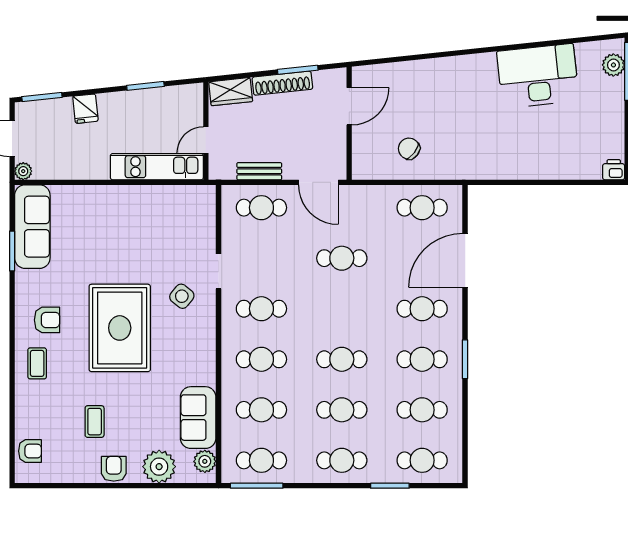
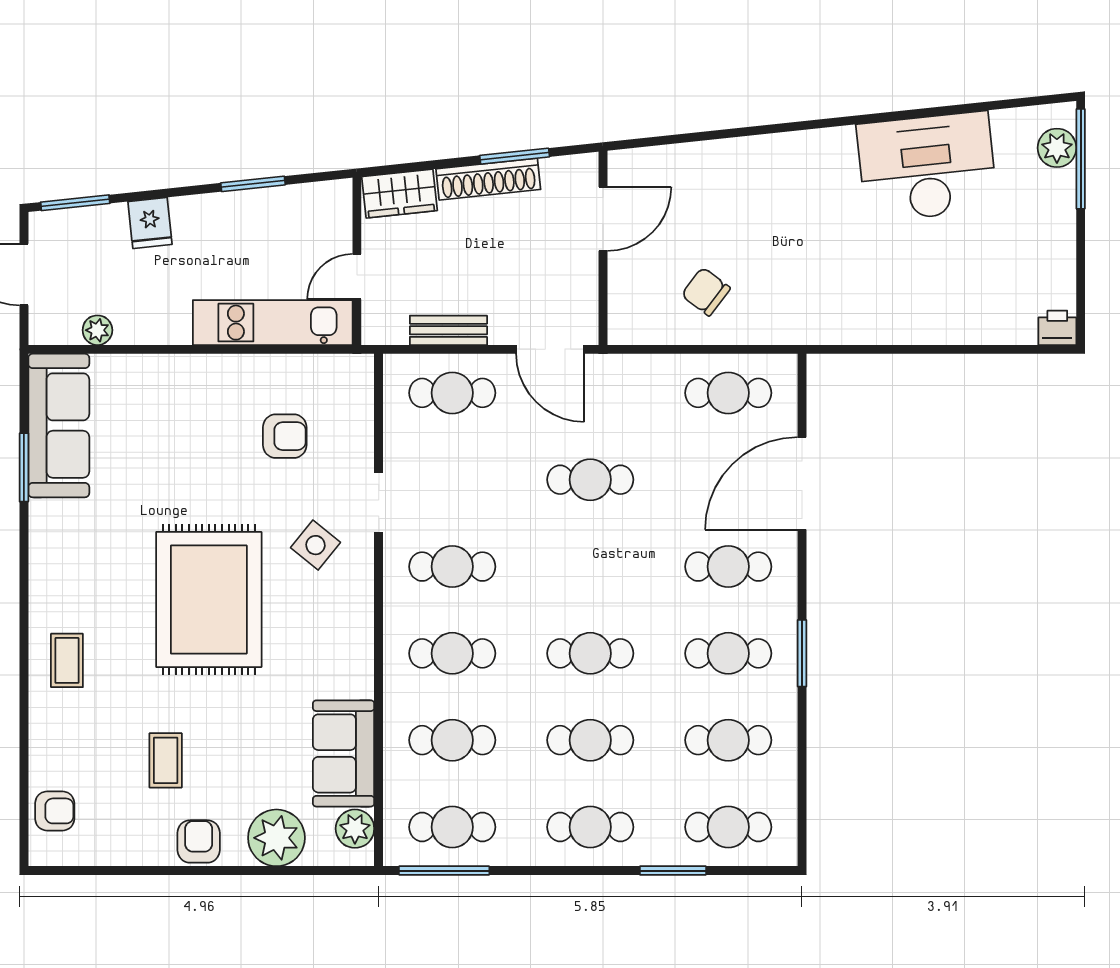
plant: (23, 171) -> (97, 330), moved
armchair: (47, 320) -> (285, 436), moved

